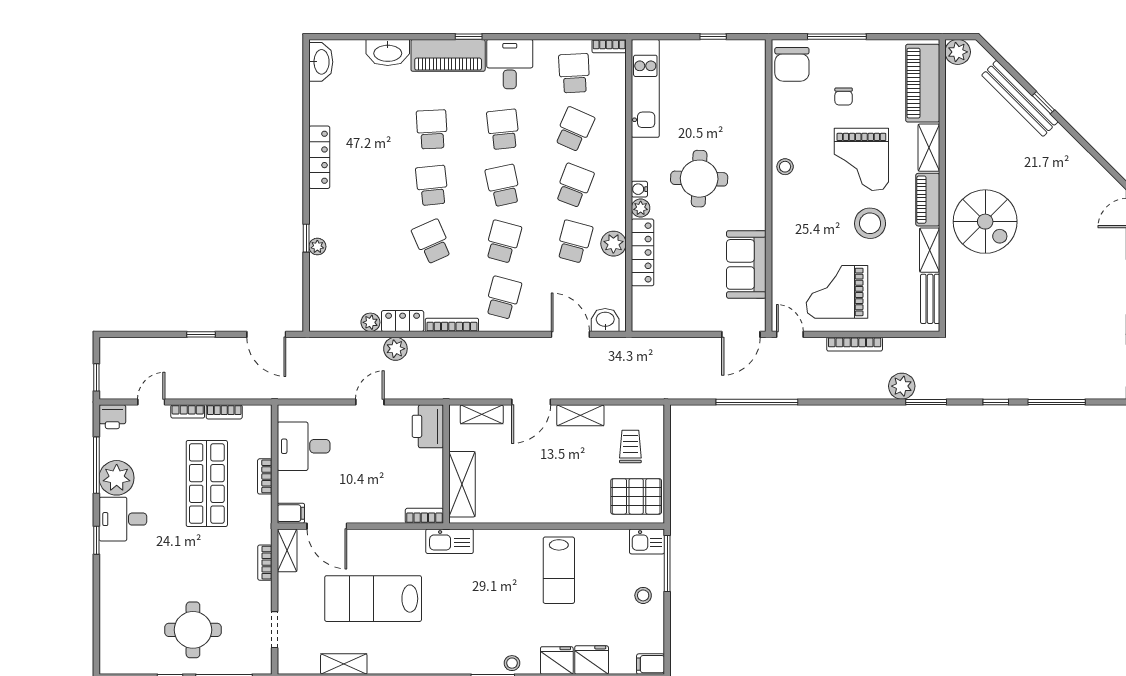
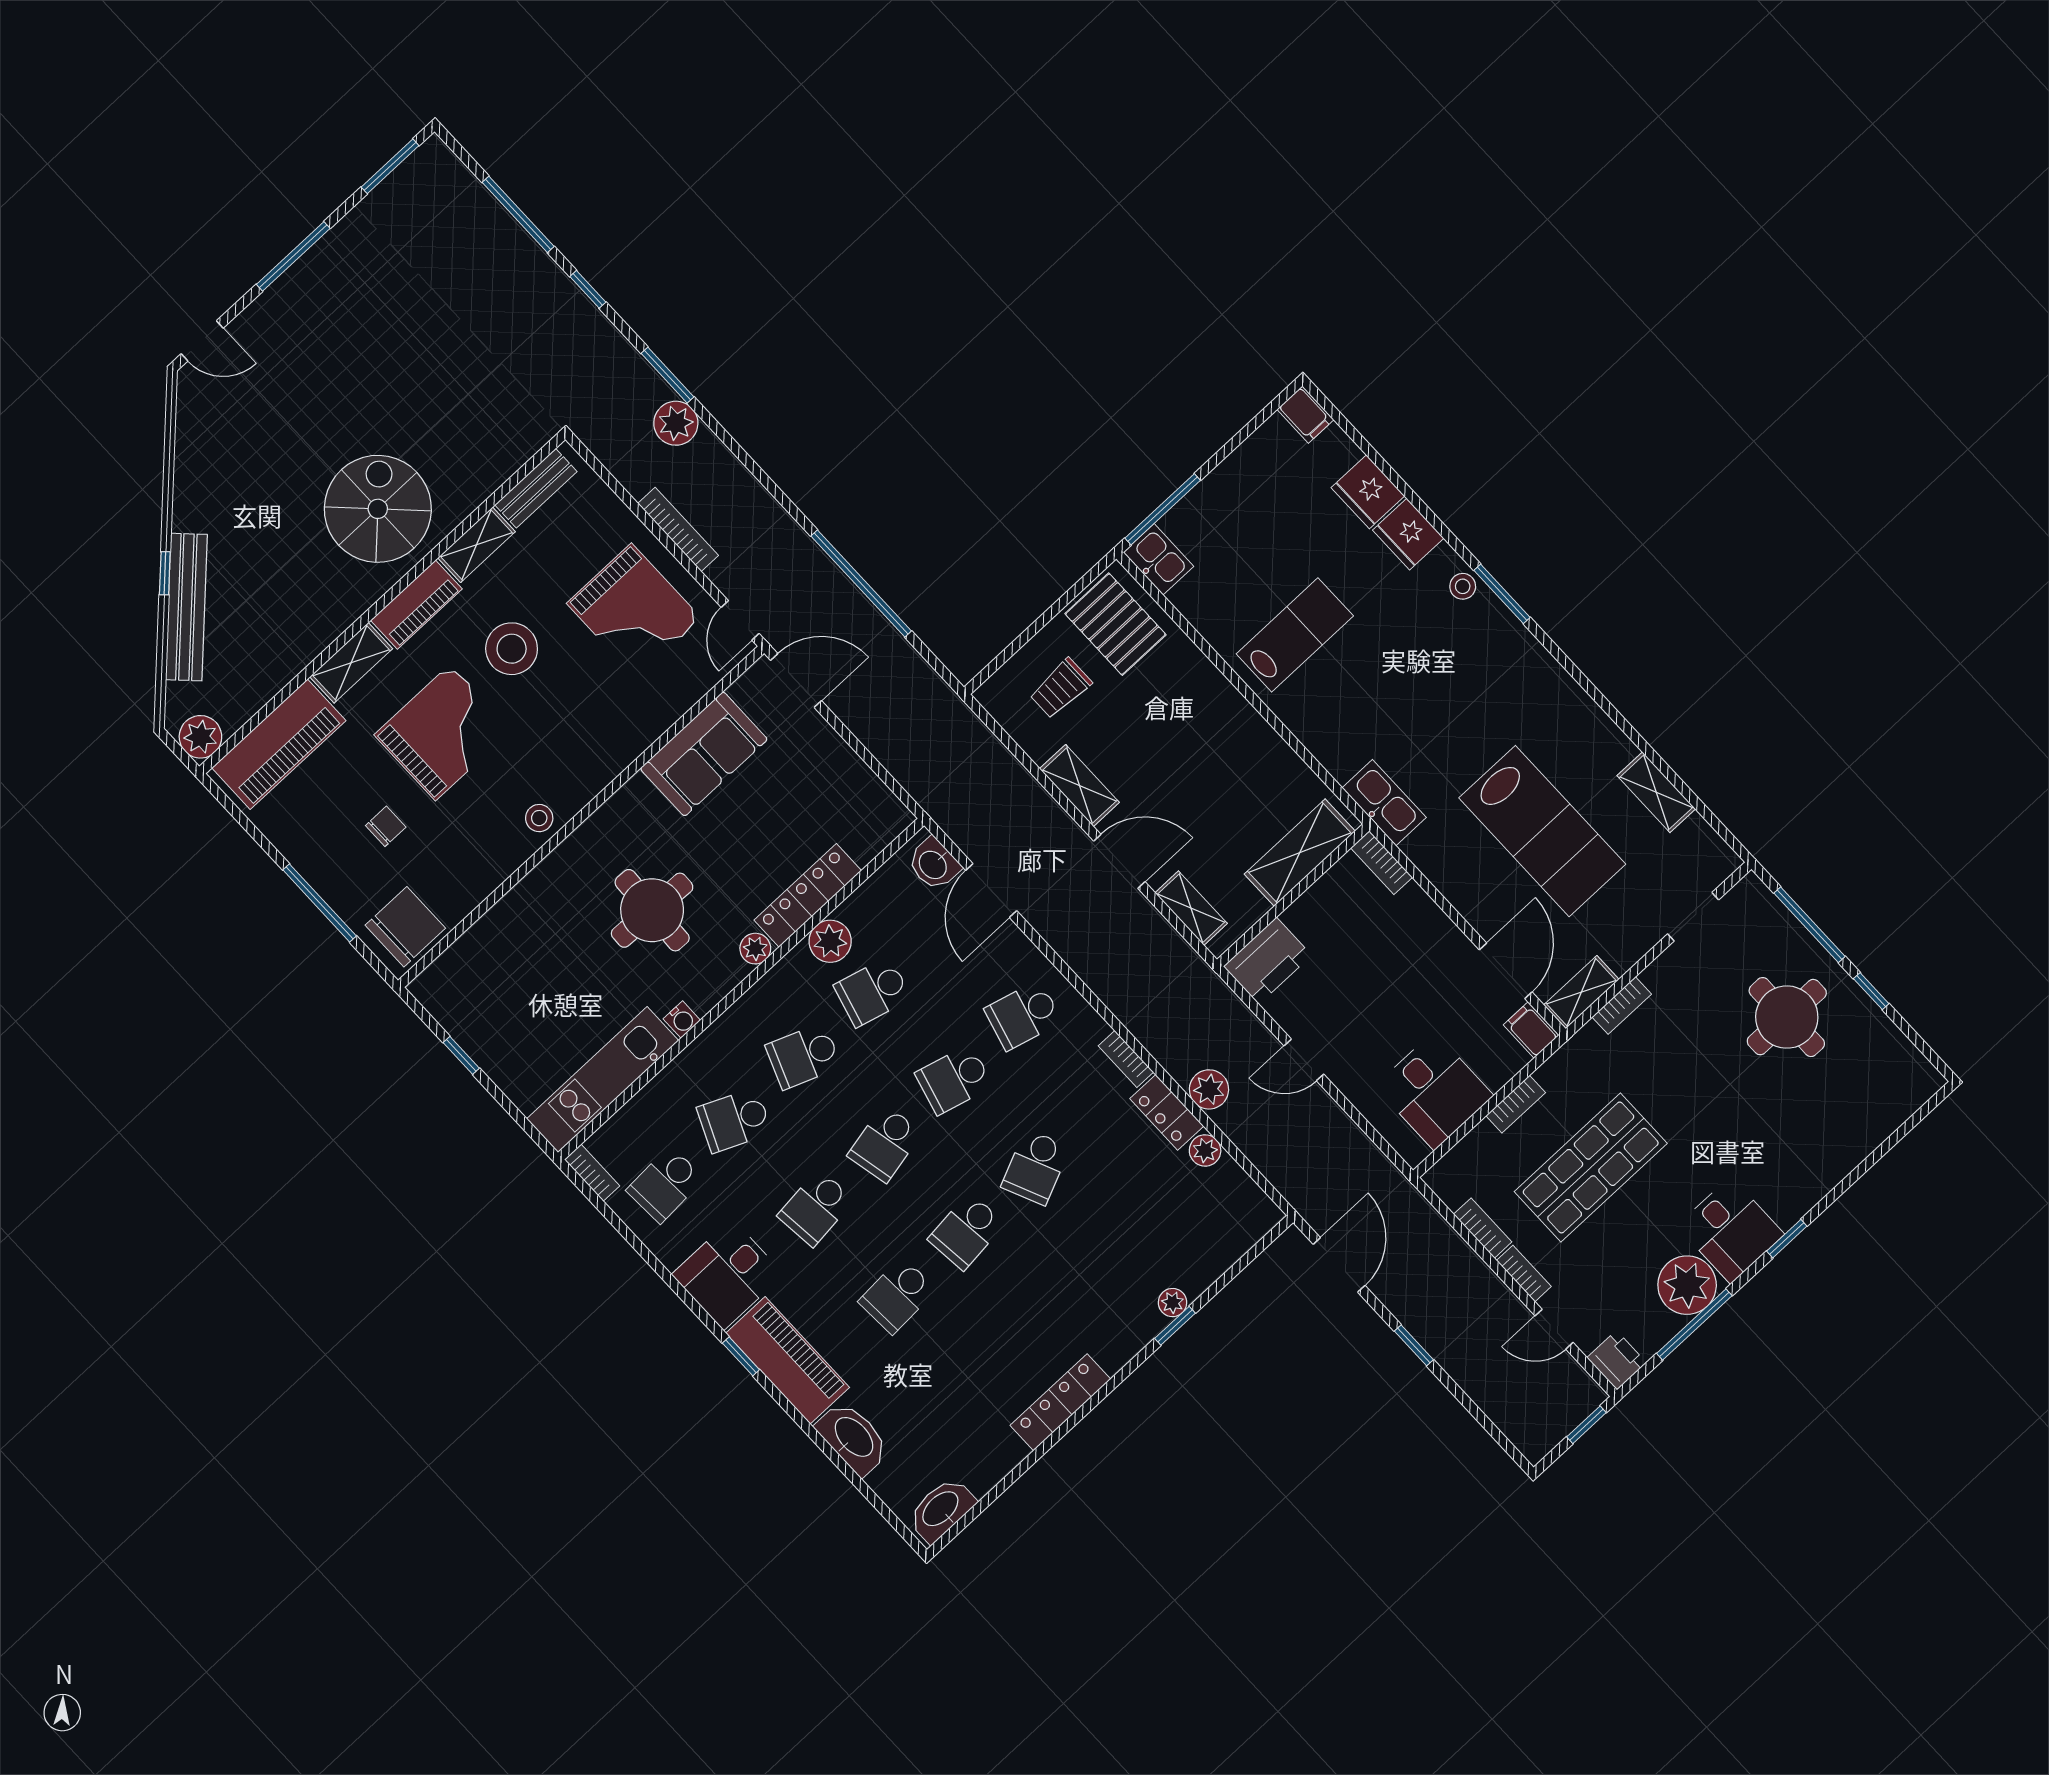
water cooler: (639, 189) -> (682, 1020), moved
bookcase: (452, 325) -> (1126, 1059), width x0.64
stool: (643, 595) -> (1229, 502), removed

